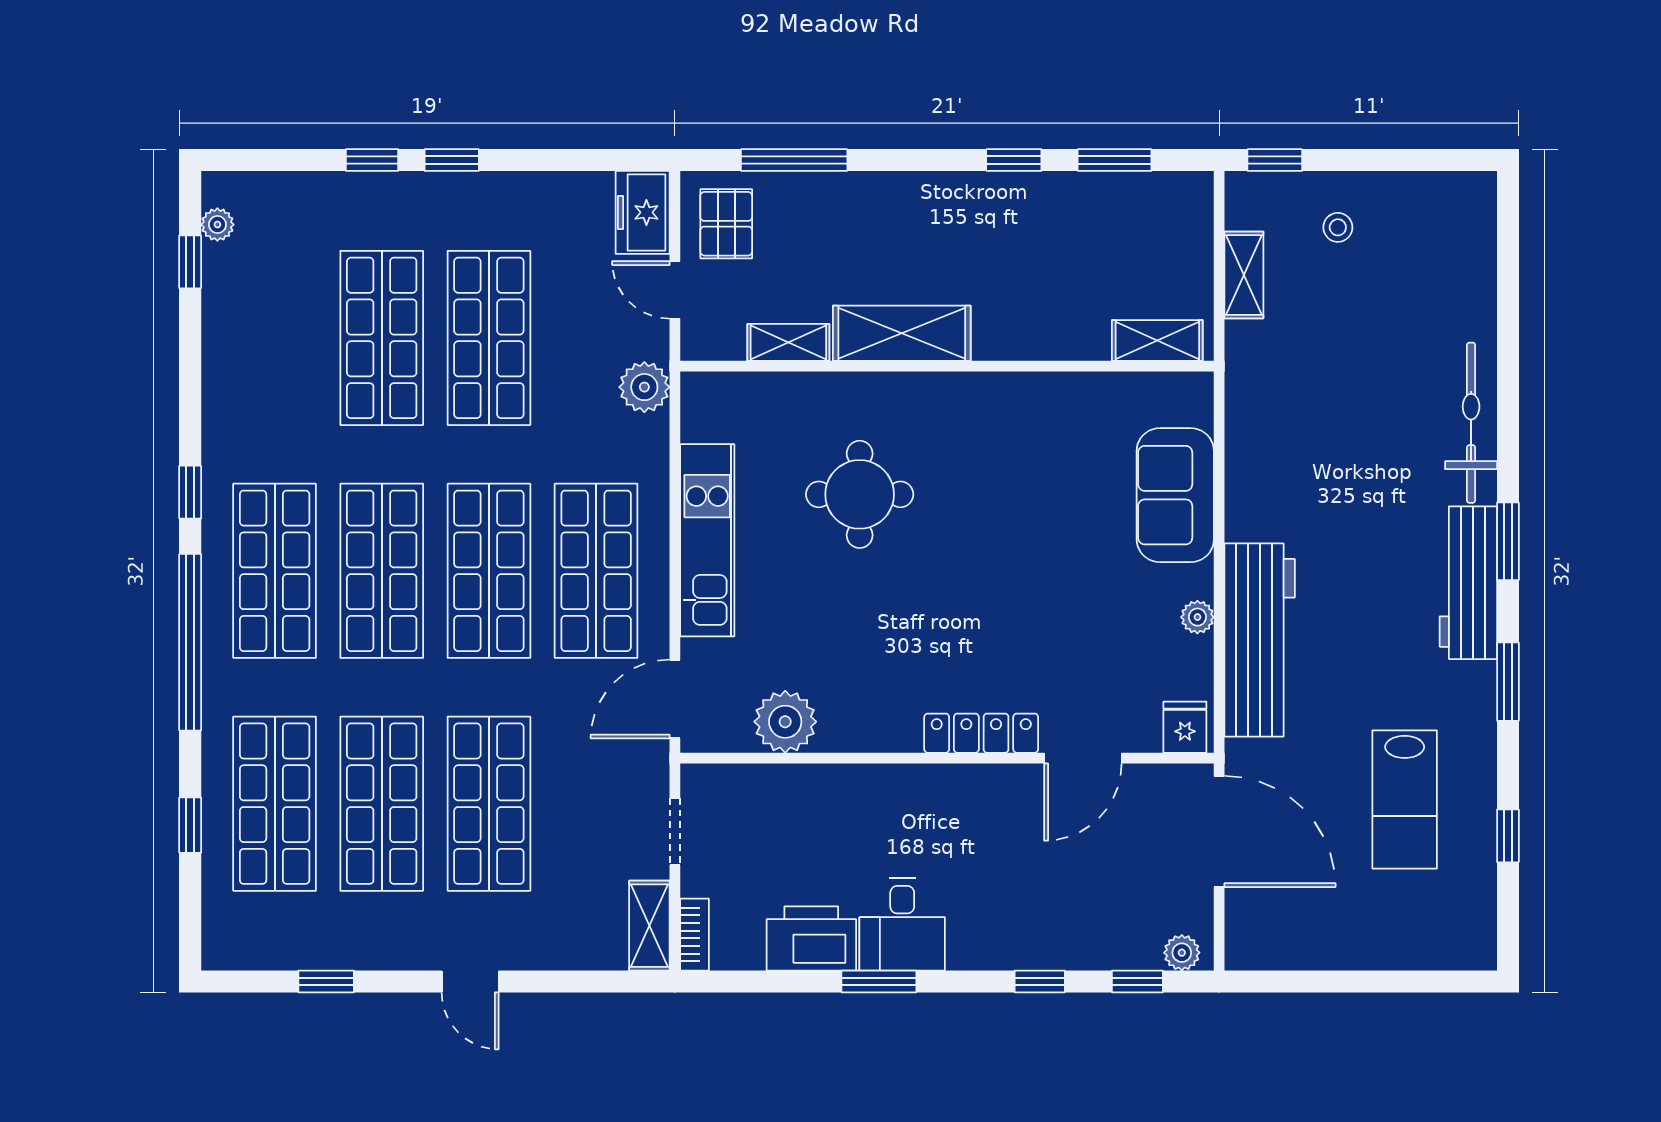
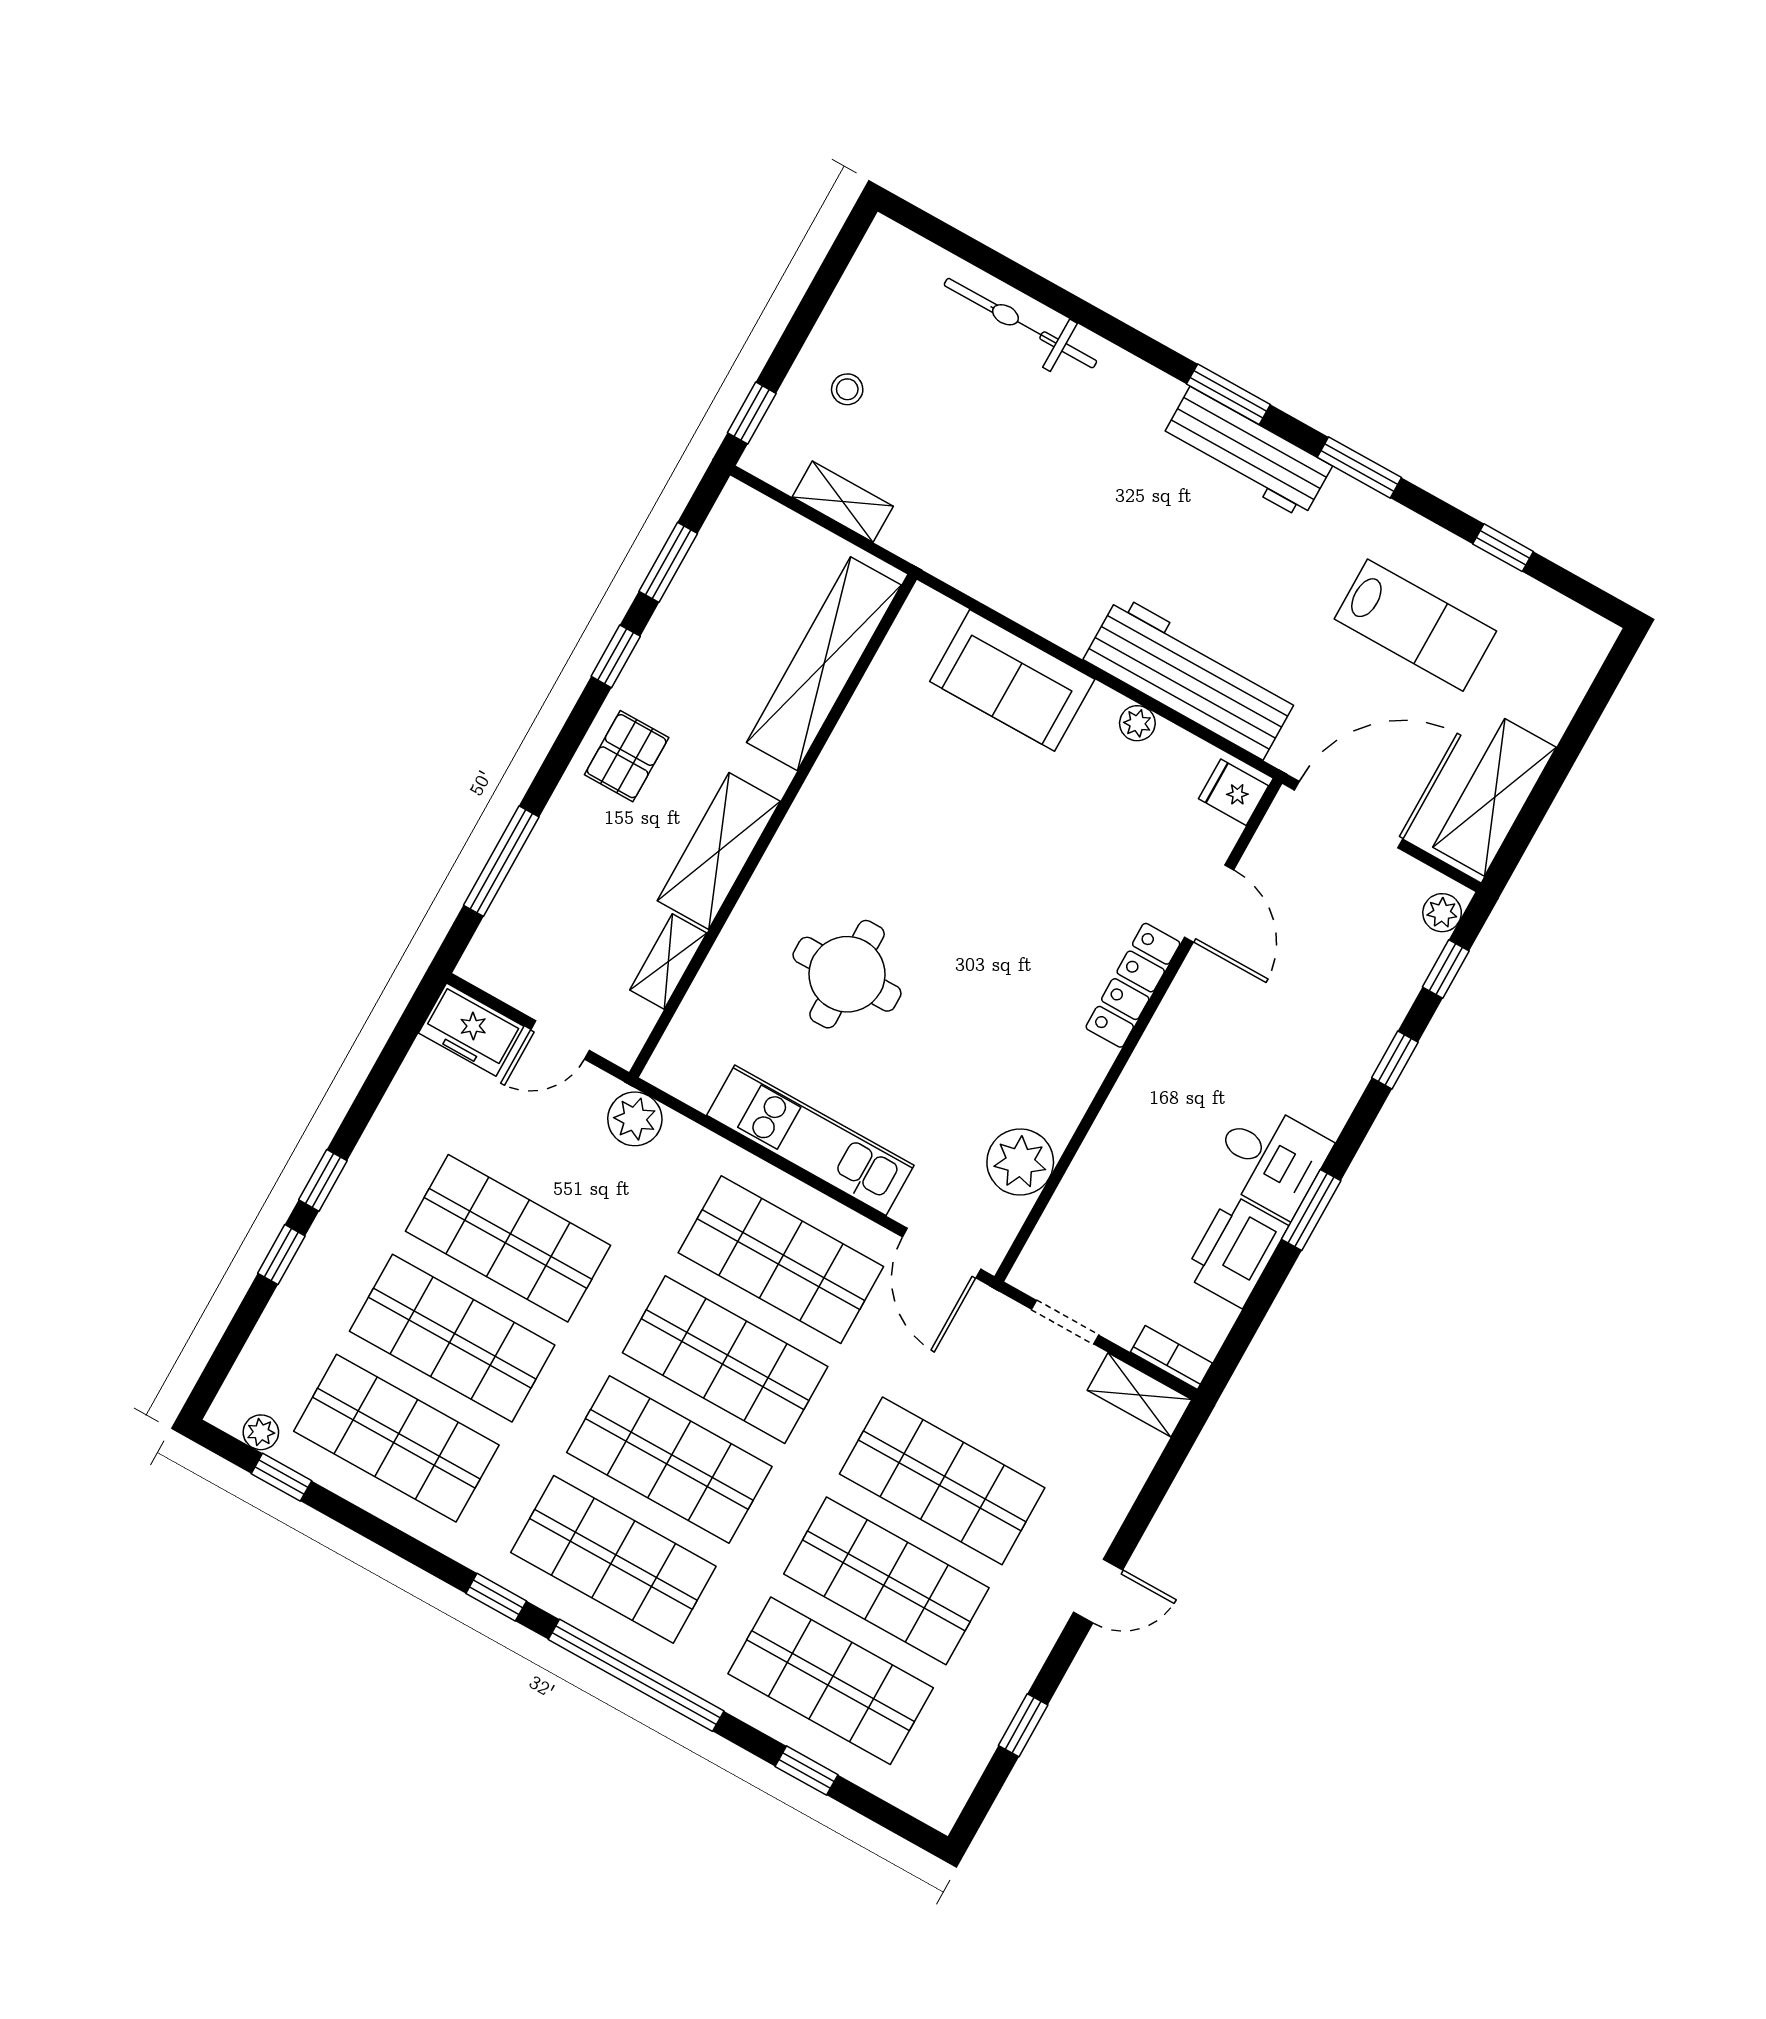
pallet: (726, 224) -> (627, 756), moved, turned 90
shop shelf: (275, 338) -> (396, 1438), added
shelving: (1157, 340) -> (824, 664), width x2.20, depth x1.33
bicycle: (1471, 423) -> (1020, 323), moved
shelving: (1300, 943) -> (1495, 797), added

